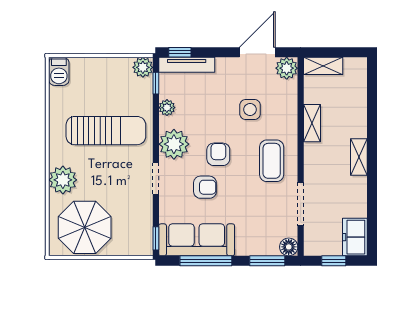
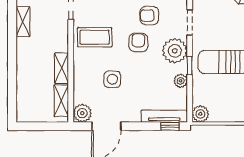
shelving: (323, 66) -> (61, 101), moved, turned 90
window: (156, 83) -> (190, 66), moved
armchair: (218, 154) -> (138, 43), turned 180
shelving: (359, 157) -> (23, 22), moved
coffee table: (272, 161) -> (95, 37), turned 90

